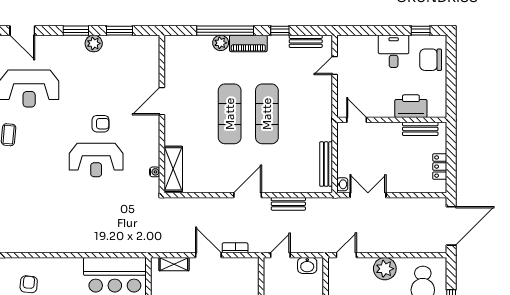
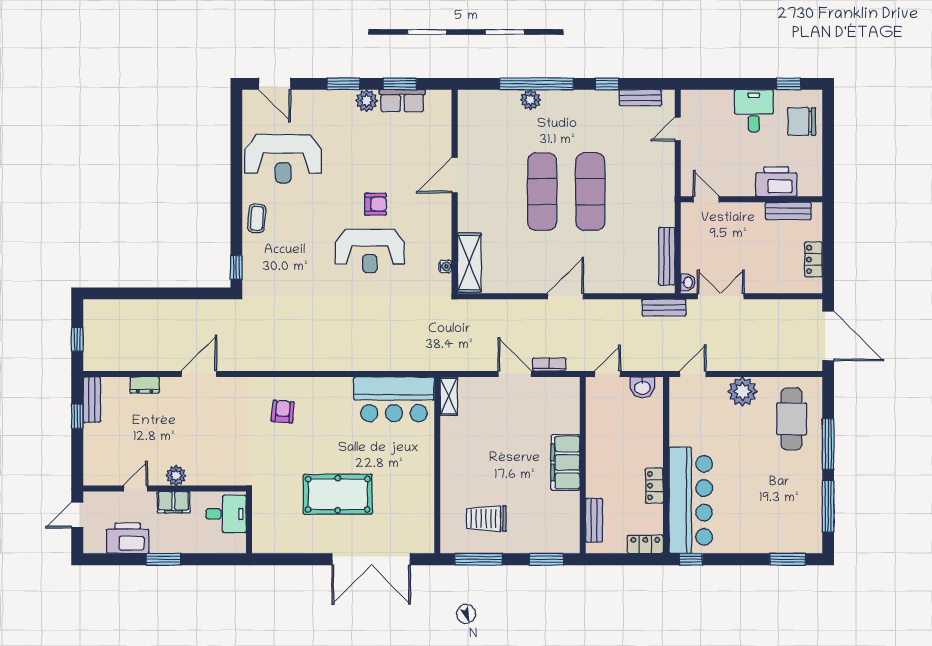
piano: (248, 43) -> (566, 101), removed
row of seats: (121, 44) -> (402, 101), added
bench: (288, 204) -> (664, 308), moved
door: (451, 226) -> (828, 336), hinge flipped
shelving: (174, 264) -> (449, 396), moved, turned 90

